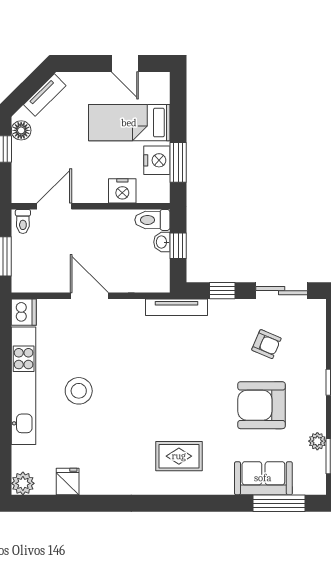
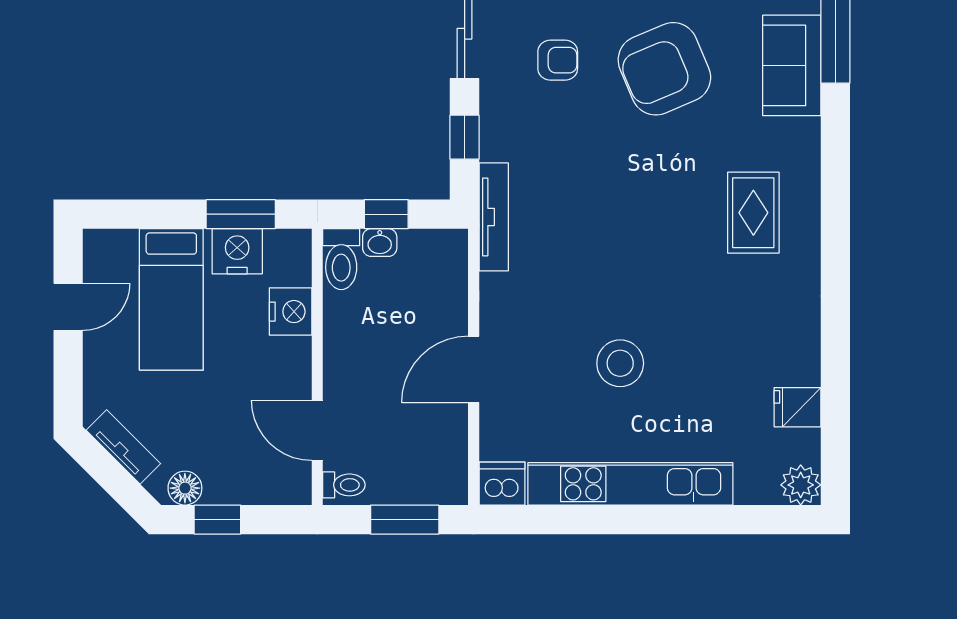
armchair: (266, 344) -> (558, 60), turned 67
stool: (79, 391) -> (620, 363), moved
armchair: (261, 405) -> (664, 69), turned 67

